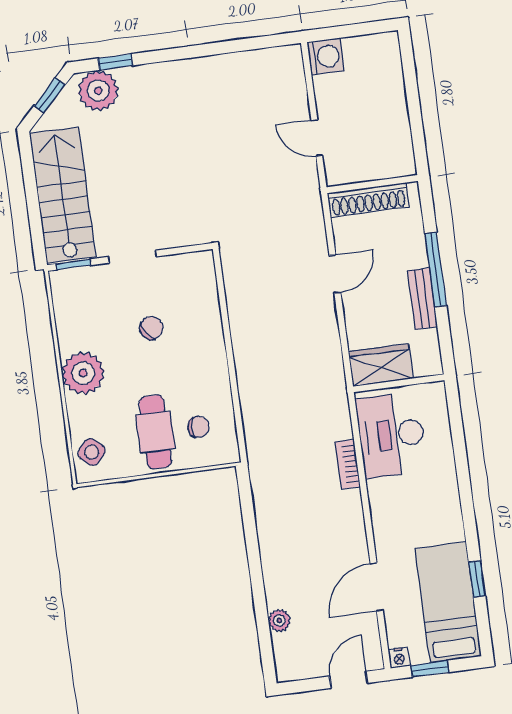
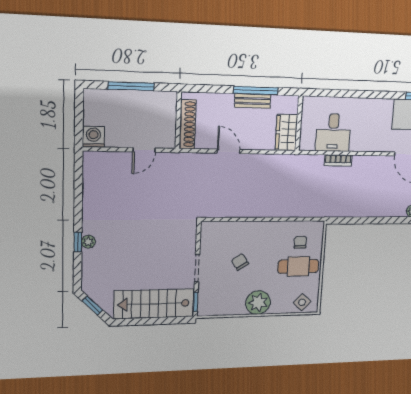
window: (115, 62) -> (78, 242), moved
plant: (98, 91) -> (88, 242), moved, width x0.53, depth x0.53
window: (413, 102) -> (131, 86), added
window: (436, 269) -> (256, 90), moved
desk: (391, 435) -> (333, 133), width x0.73

